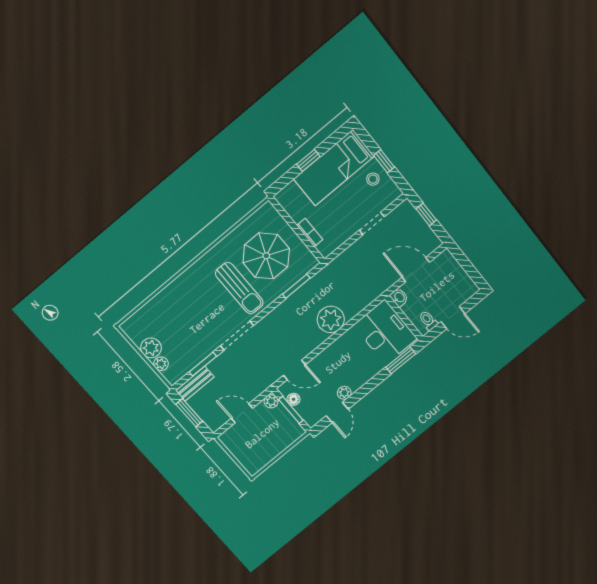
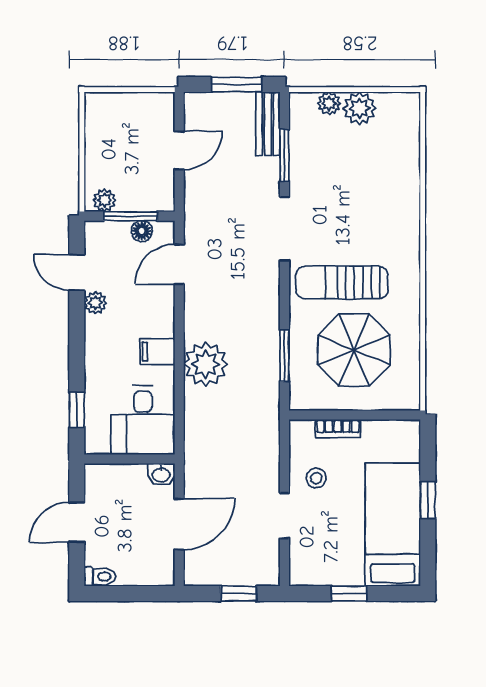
stool: (373, 179) -> (316, 478), moved
toilet: (428, 320) -> (100, 576), moved
desk: (385, 332) -> (143, 420), width x0.73
filing cabinet: (343, 346) -> (157, 352), added
window: (401, 360) -> (77, 410), width x0.67
plant: (271, 401) -> (104, 200), moved

